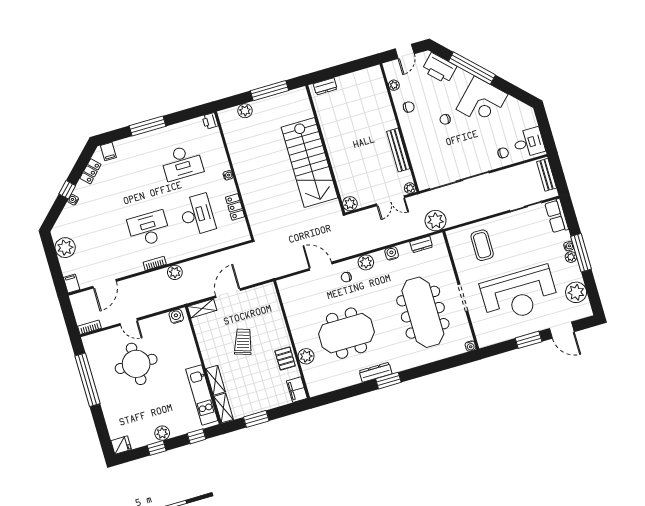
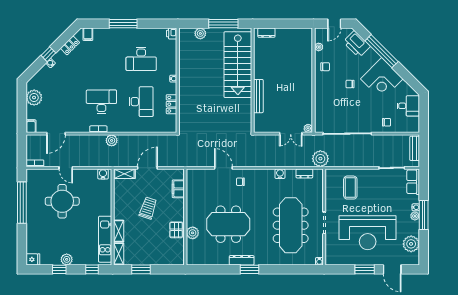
desk: (529, 143) -> (408, 106), moved
bench: (398, 150) -> (258, 96), moved
stairs: (310, 162) -> (238, 65), moved
plant: (350, 204) -> (259, 127), removed
plant: (366, 262) -> (258, 175), removed
filing cabinet: (297, 390) -> (178, 189), moved

